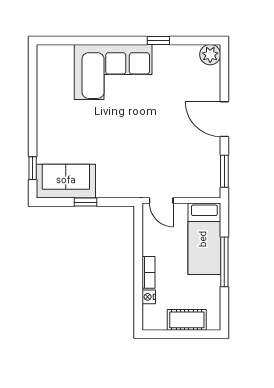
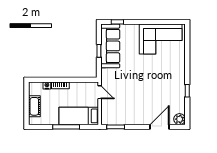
corner sofa: (113, 72) -> (161, 39), moved, turned -90
door: (224, 119) -> (160, 127), moved
sofa: (66, 181) -> (110, 46), width x1.36
door: (161, 201) -> (100, 92), swing flipped

